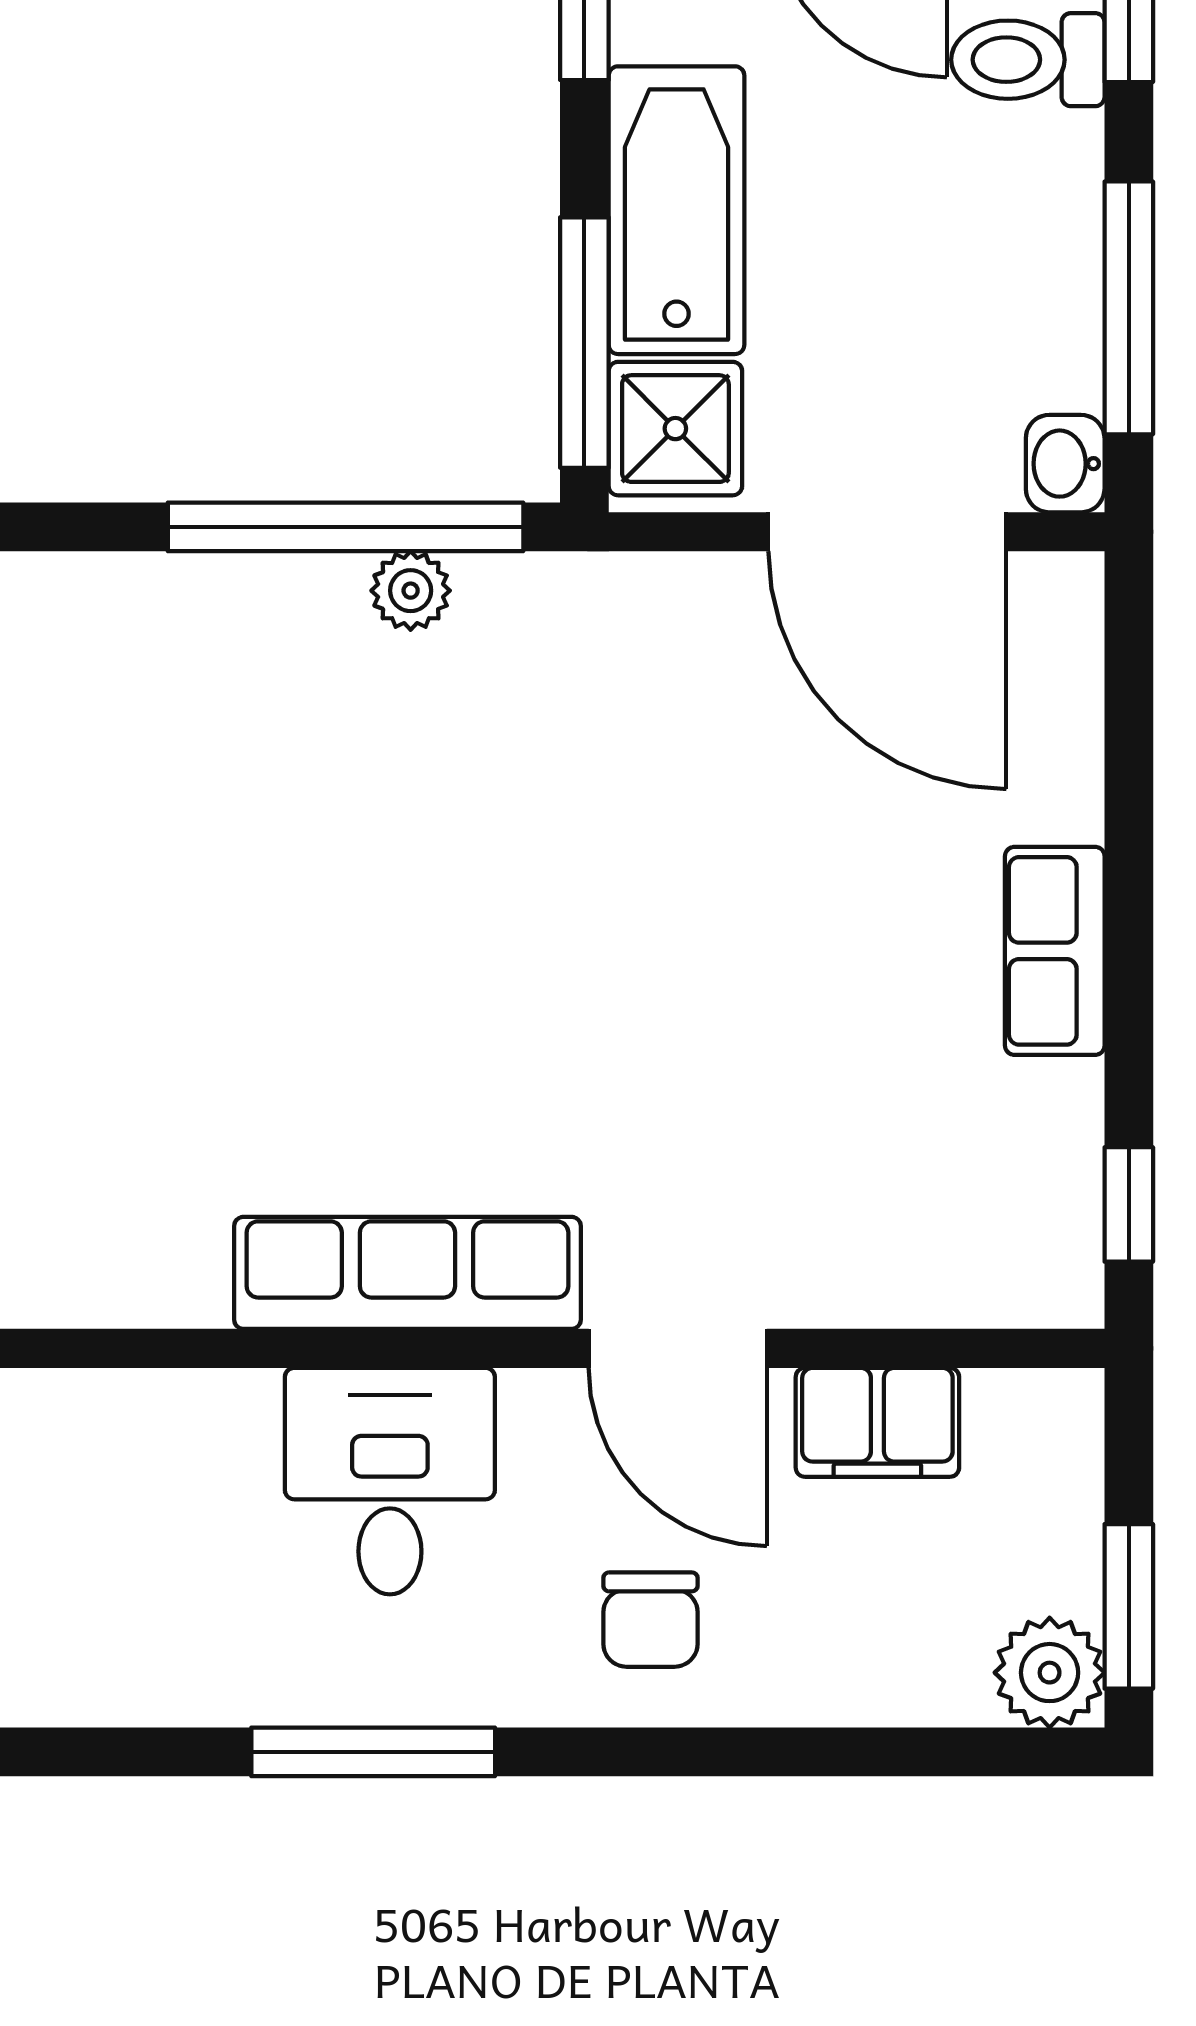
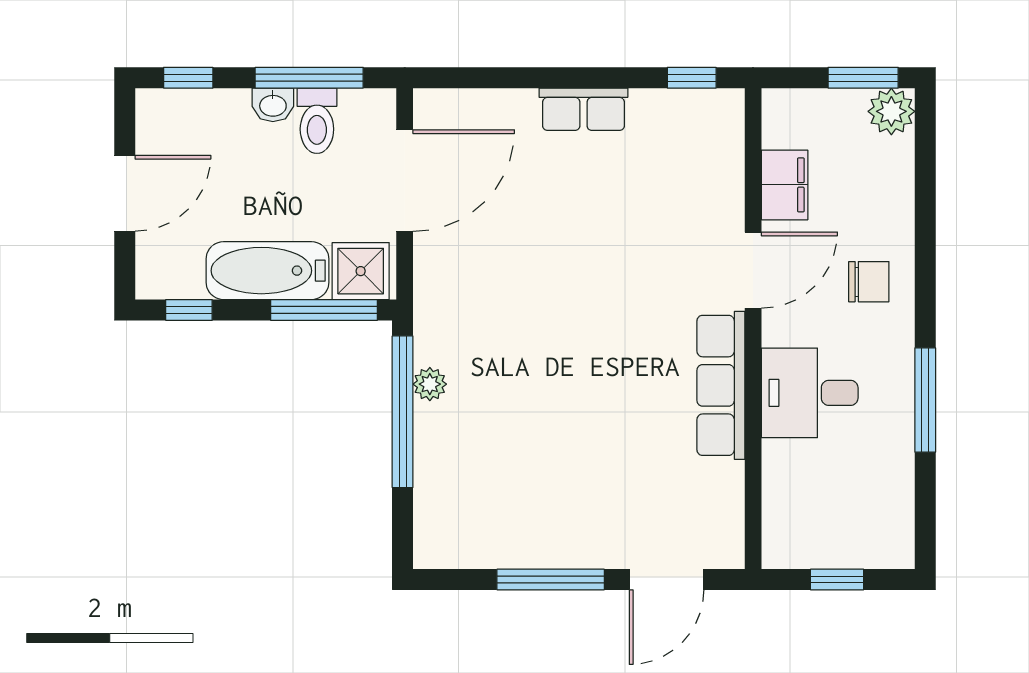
toilet: (1028, 60) -> (317, 121), moved
washbasin: (1065, 464) -> (273, 105), moved

